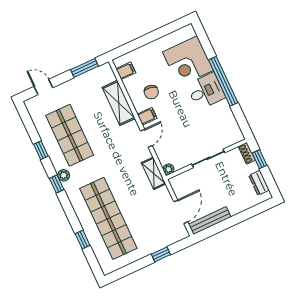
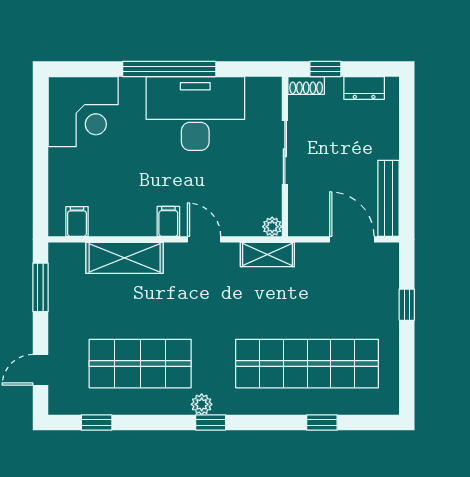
corner desk: (188, 61) -> (83, 112), moved
desk: (206, 91) -> (195, 114), width x1.87, depth x1.30
chair: (151, 92) -> (132, 196), removed
window: (41, 150) -> (97, 422), moved

